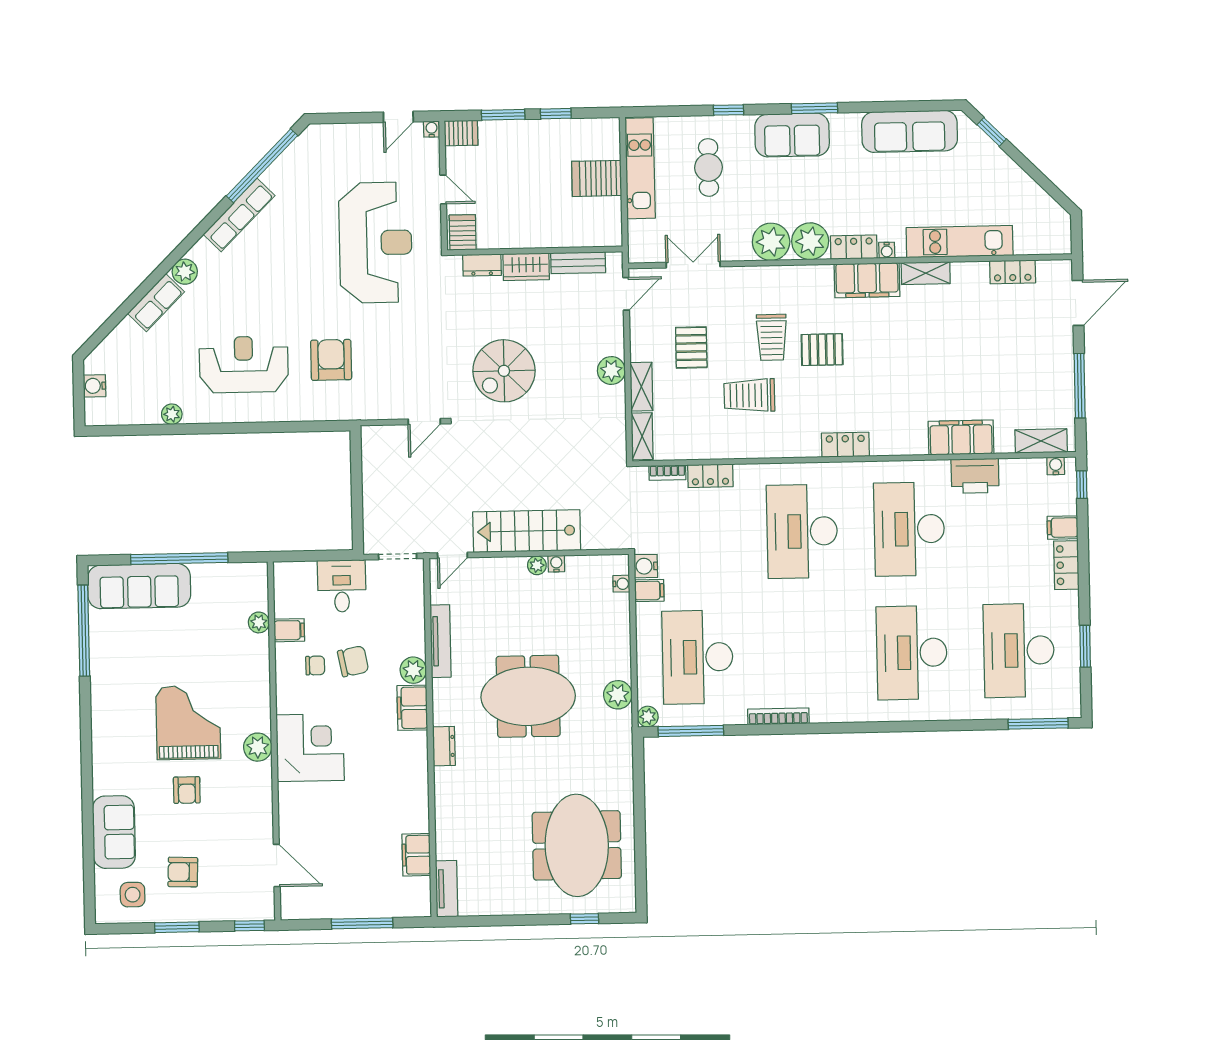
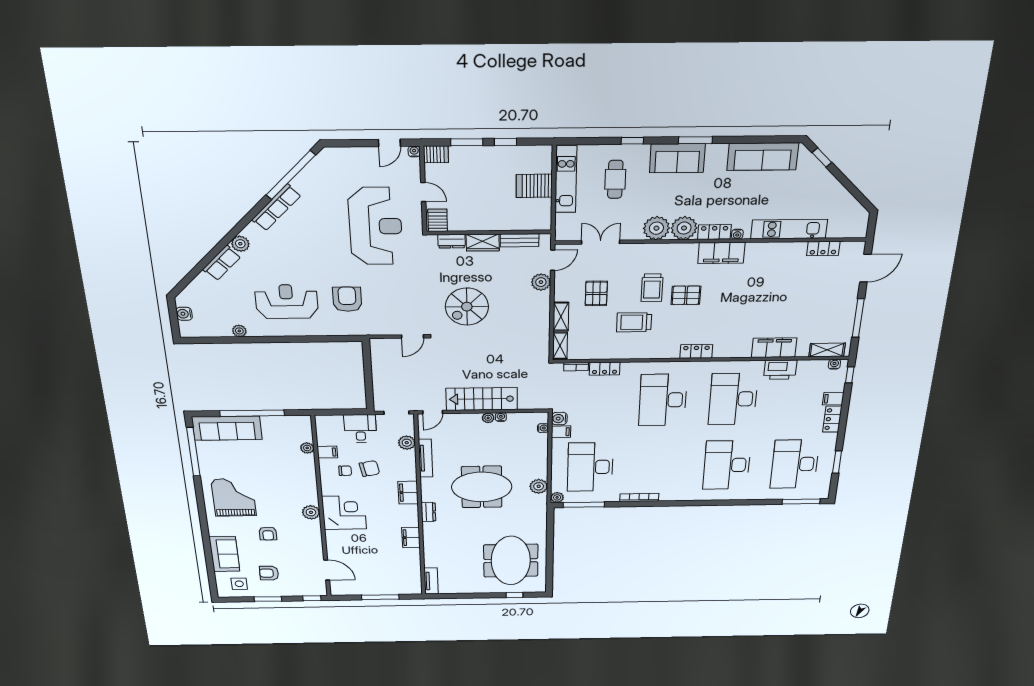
shelving: (926, 273) -> (763, 249), removed
plant: (611, 370) -> (541, 282), moved
plant: (413, 670) -> (407, 443), moved
grand piano: (188, 723) -> (234, 497), moved
filing cabinet: (416, 855) -> (411, 538), moved

